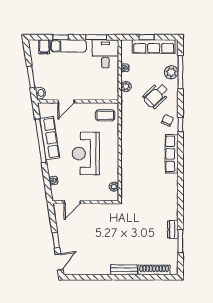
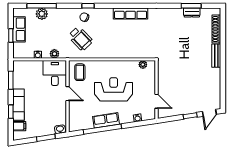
row of seats: (154, 47) -> (19, 29), width x0.68
desk: (105, 54) -> (55, 73), moved, turned 90
wheelchair: (156, 96) -> (80, 39), moved
door: (66, 101) -> (68, 94), moved
row of seats: (50, 138) -> (106, 120), width x0.68
reception desk: (86, 154) -> (114, 89), turned 180
row of seats: (172, 154) -> (131, 13), moved
dresser: (173, 230) -> (192, 12), moved
door: (59, 262) -> (209, 113), swing flipped

